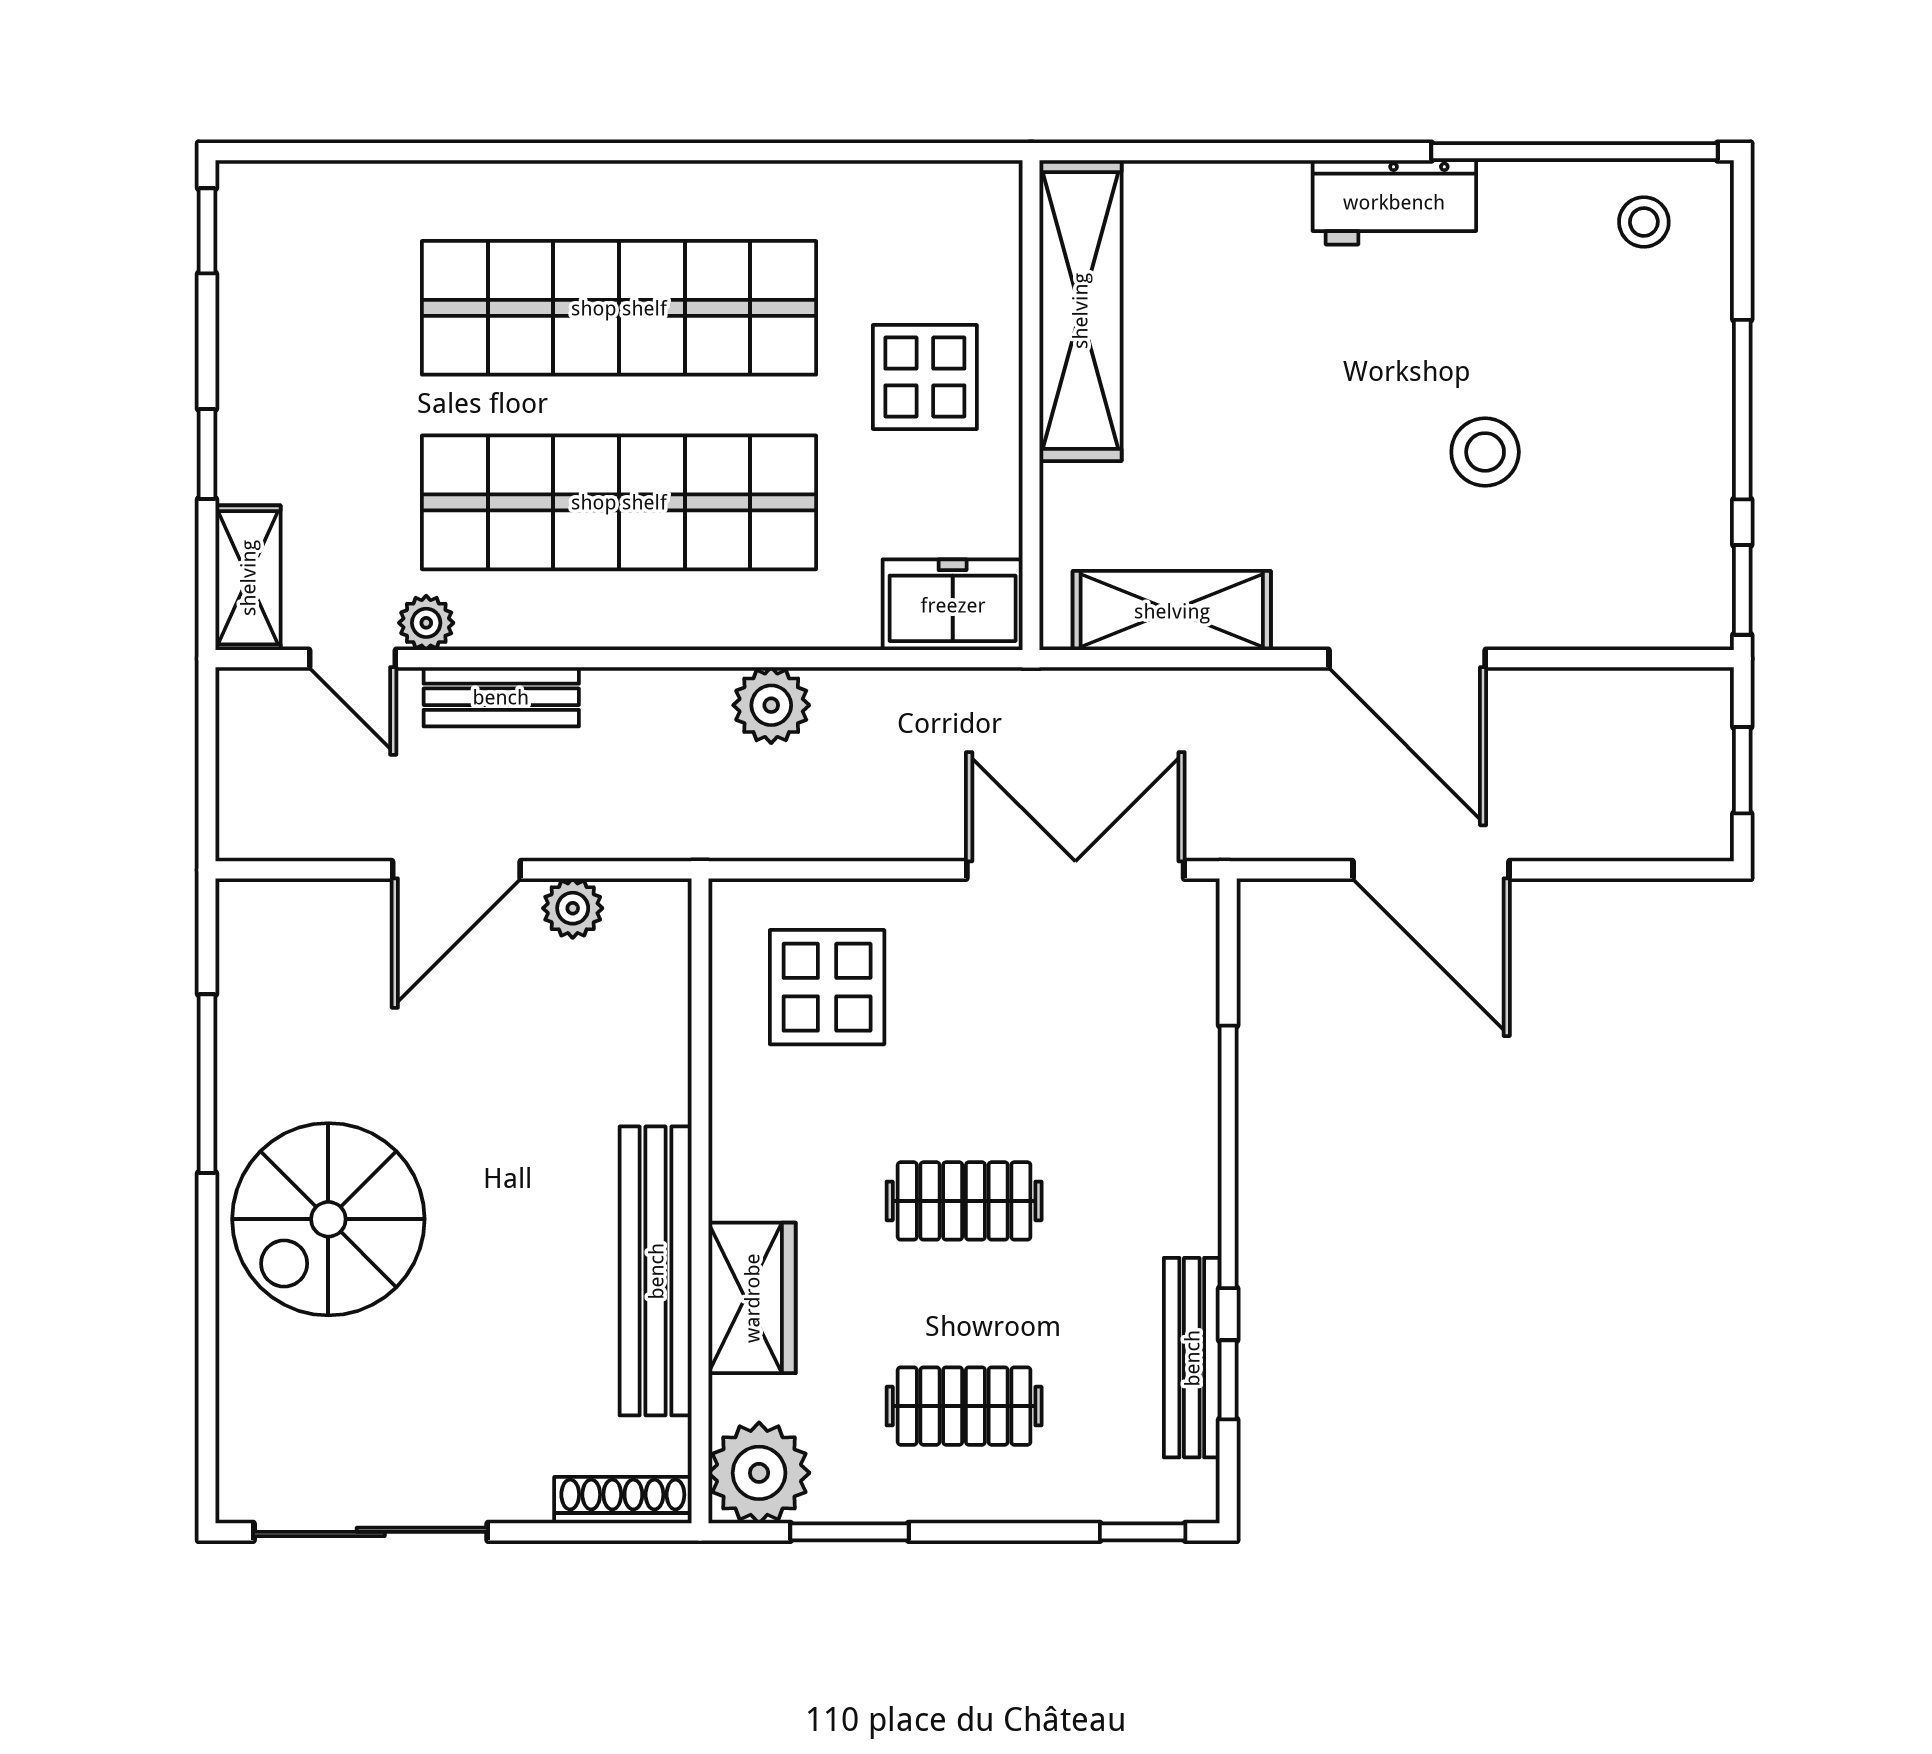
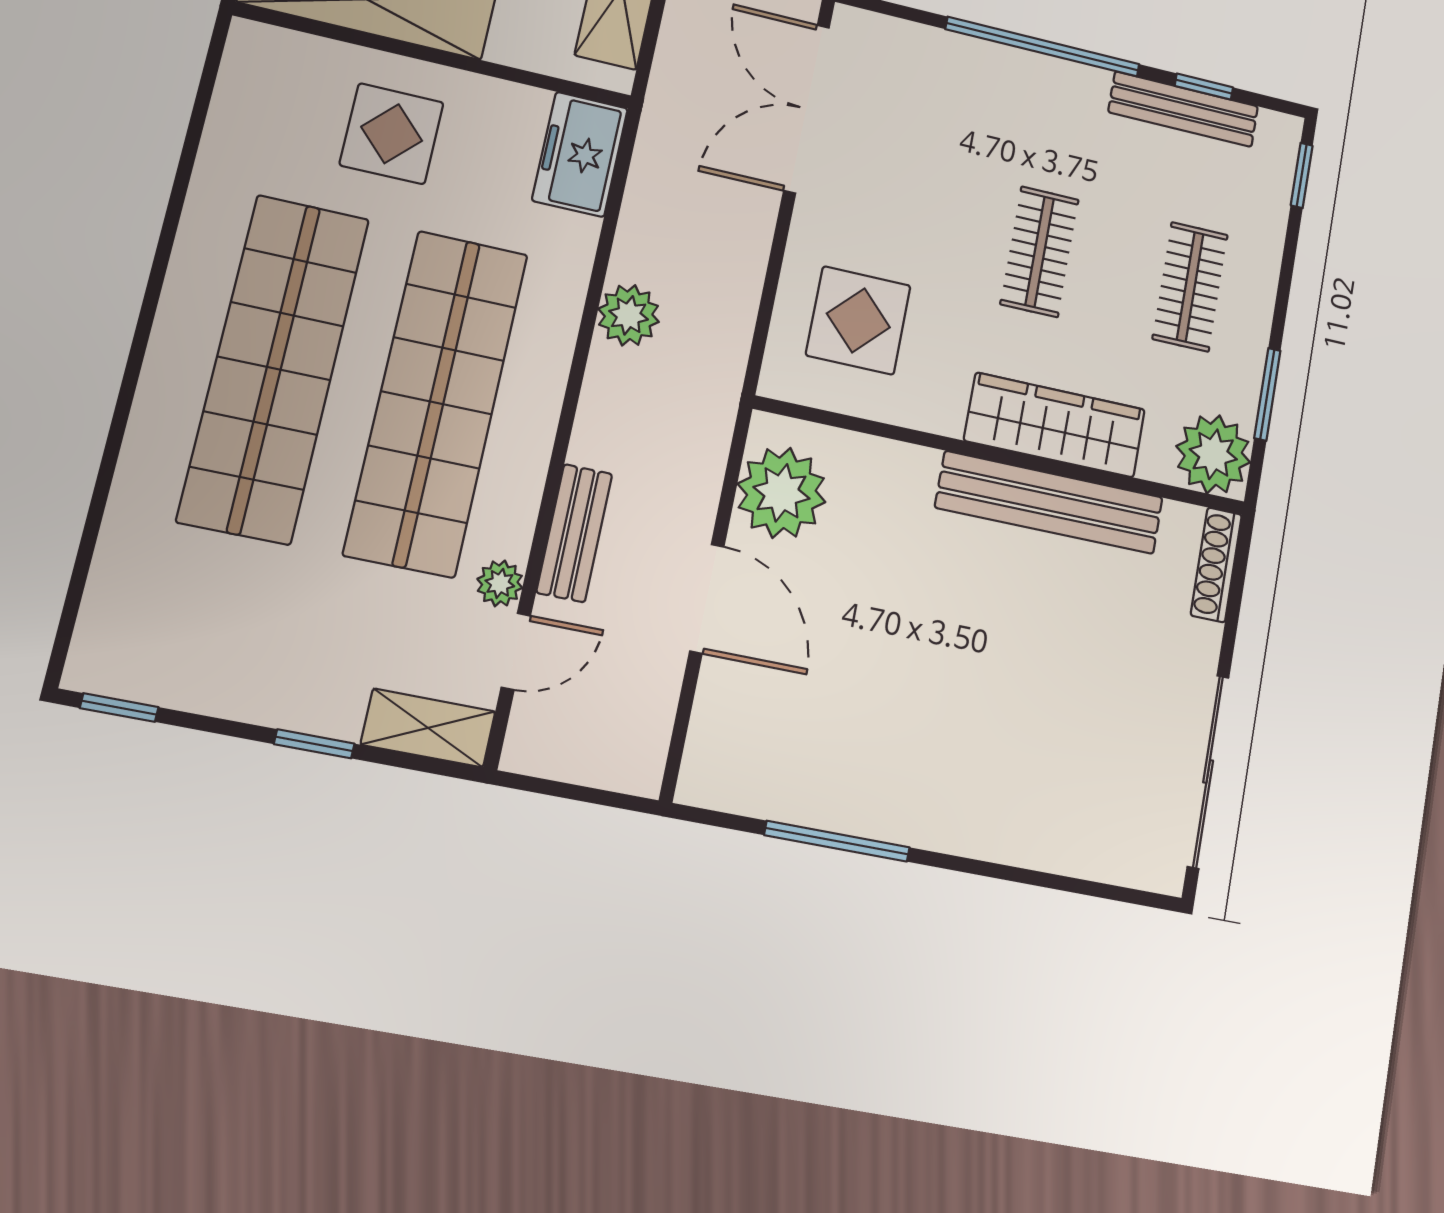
plant: (573, 908) -> (781, 493), width x1.87, depth x1.87
spiral stairs: (328, 1219) -> (963, 760), removed
wardrobe: (752, 1298) -> (1055, 425), width x1.50

